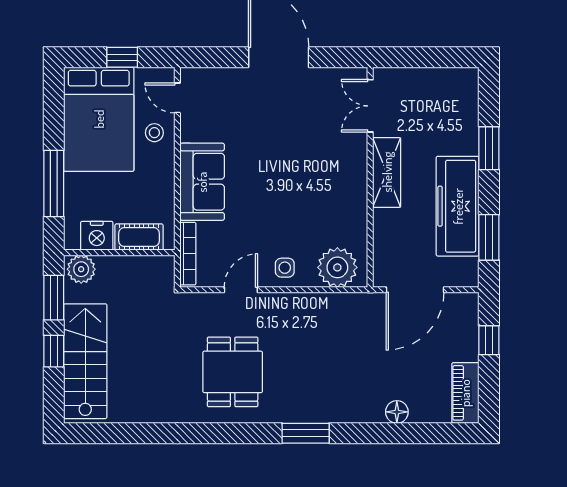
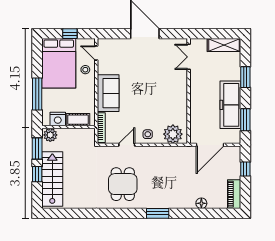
shelving: (387, 172) -> (224, 45), moved, turned 90

